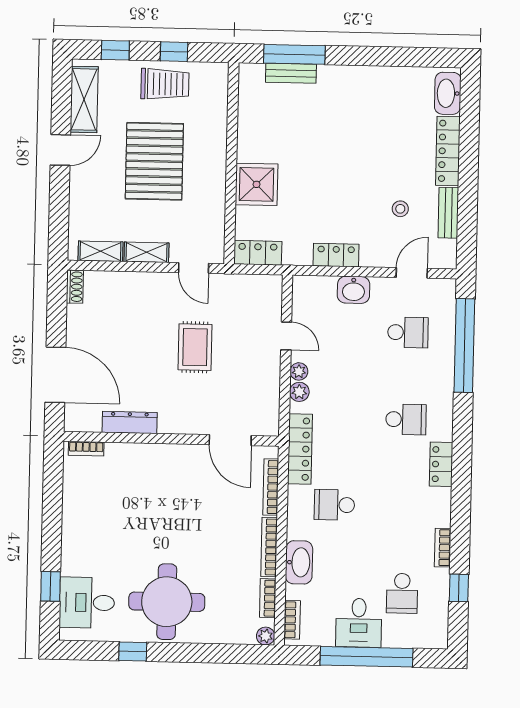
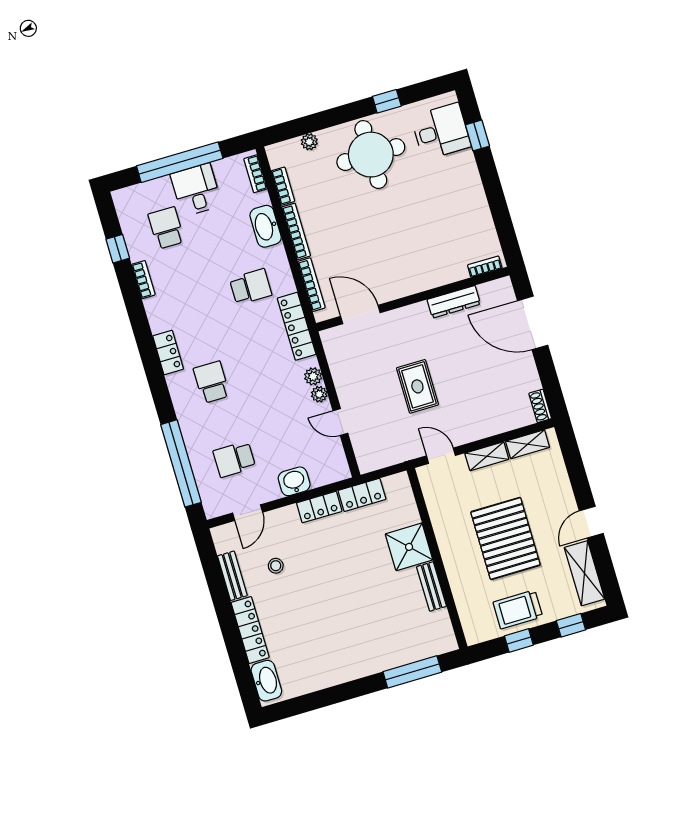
bench: (291, 73) -> (432, 586), moved, turned 90
locker: (258, 253) -> (362, 495), moved
school desk: (406, 419) -> (212, 382), turned 90
plant: (266, 636) -> (309, 142), moved

